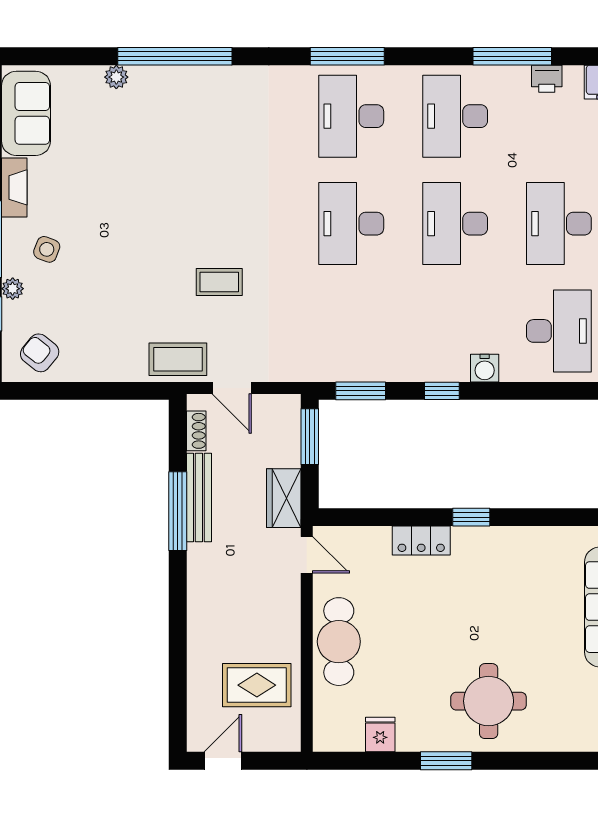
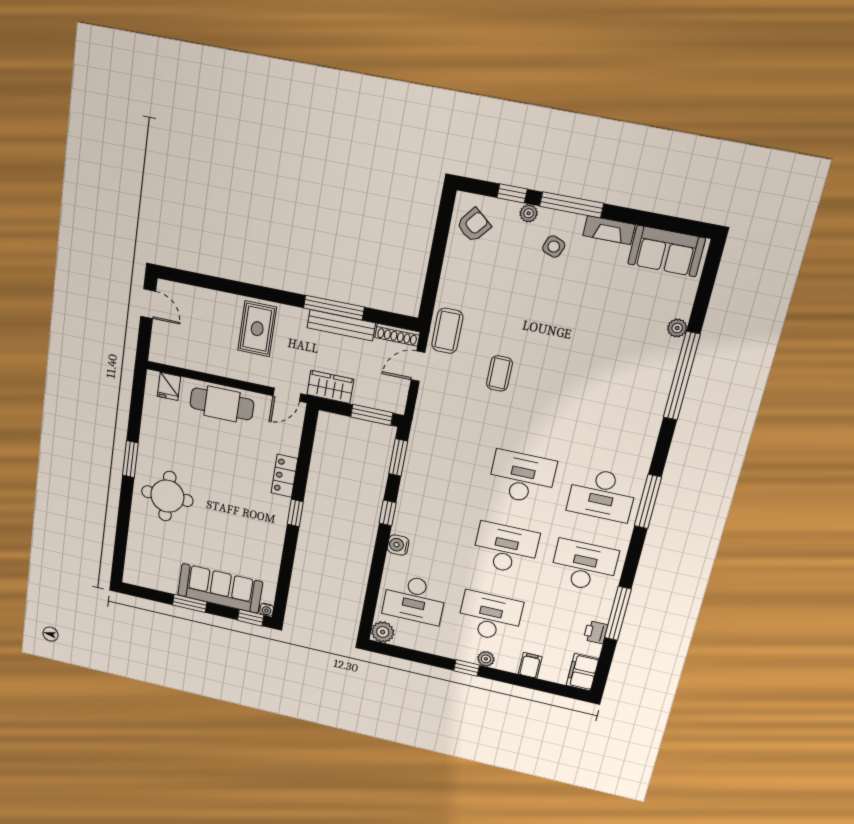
desk: (351, 116) -> (602, 495), turned 180
shoe rack: (196, 431) -> (397, 335), width x1.43
rug: (257, 685) -> (257, 329), moved
fridge: (380, 735) -> (169, 386), moved, turned 90

